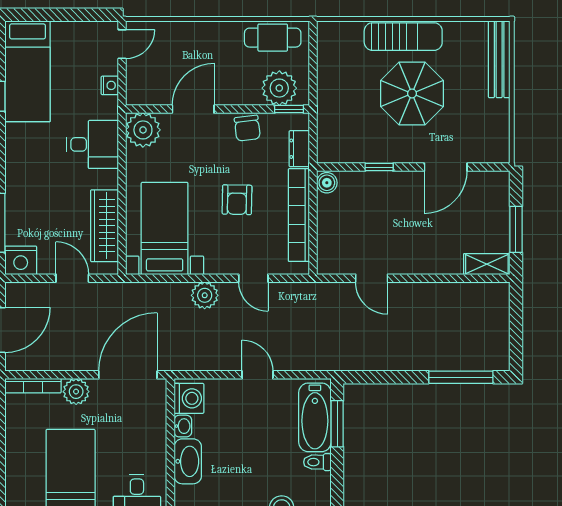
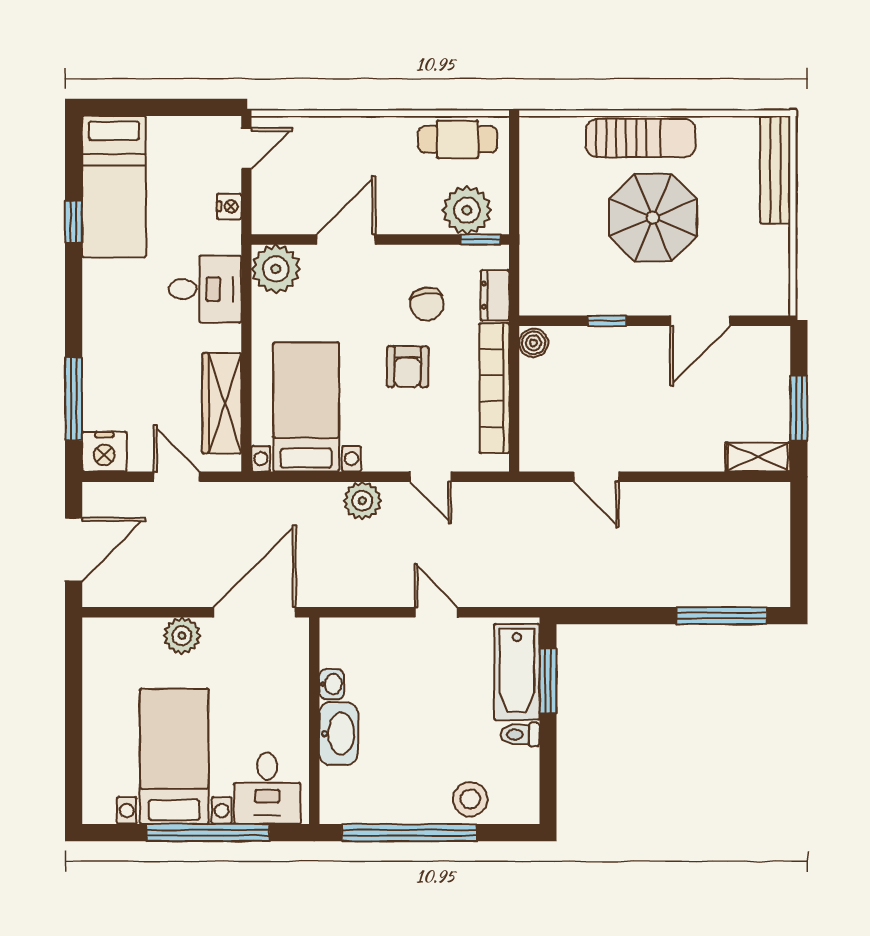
chair: (247, 128) -> (427, 304), moved
bookcase: (33, 386) -> (121, 627), removed
washing machine: (189, 398) -> (340, 645), removed

